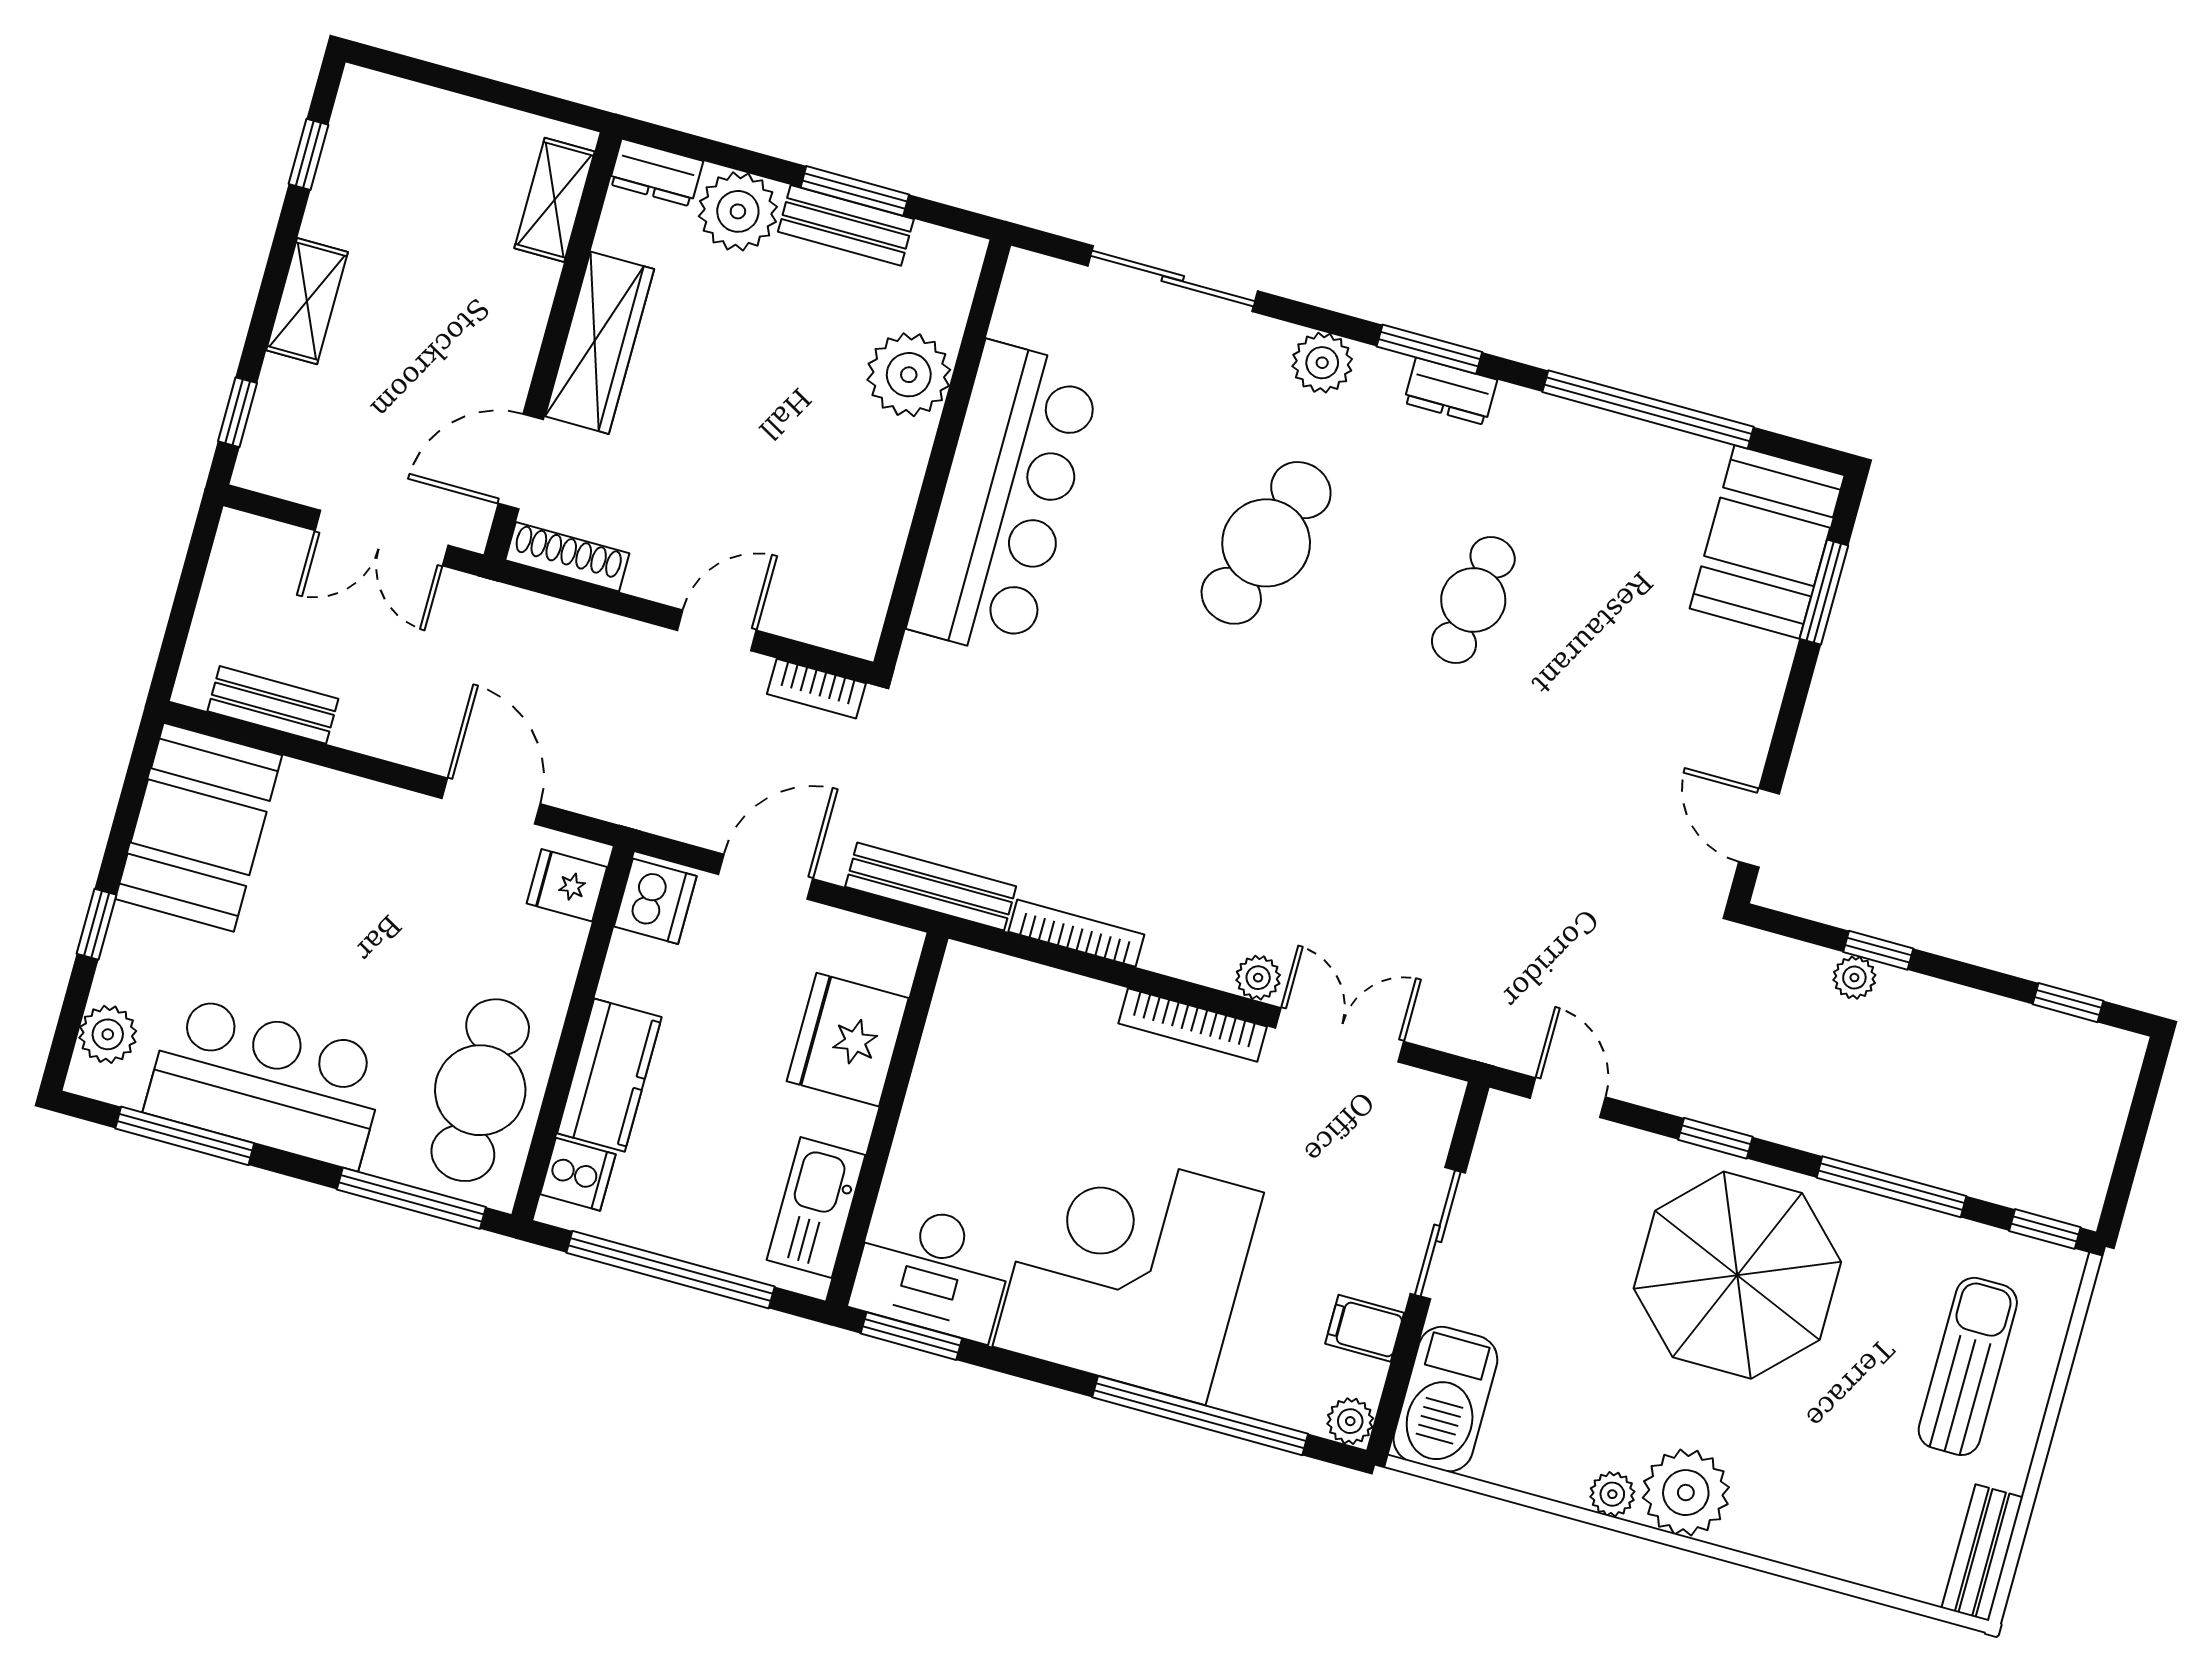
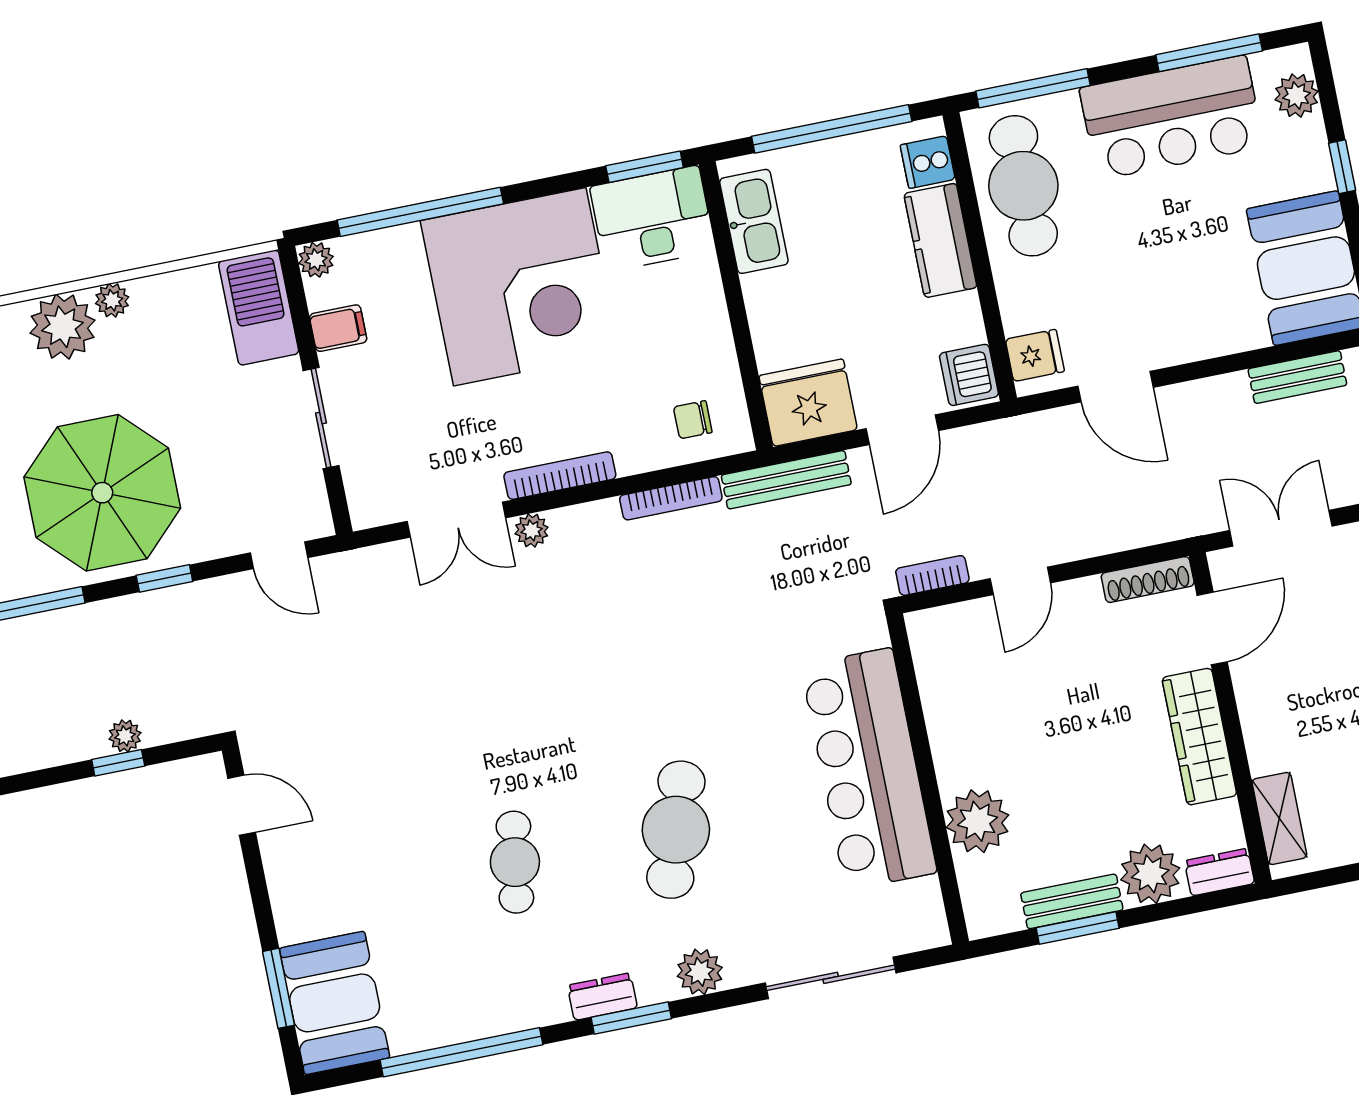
chair: (1004, 1012) -> (693, 420), added
fridge: (848, 1040) -> (808, 403), moved, turned -90

